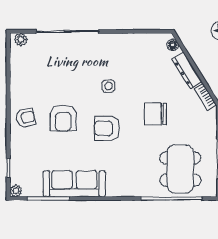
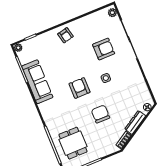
armchair: (63, 118) -> (104, 49), moved, turned 180
dining table: (180, 169) -> (73, 143), width x0.73

